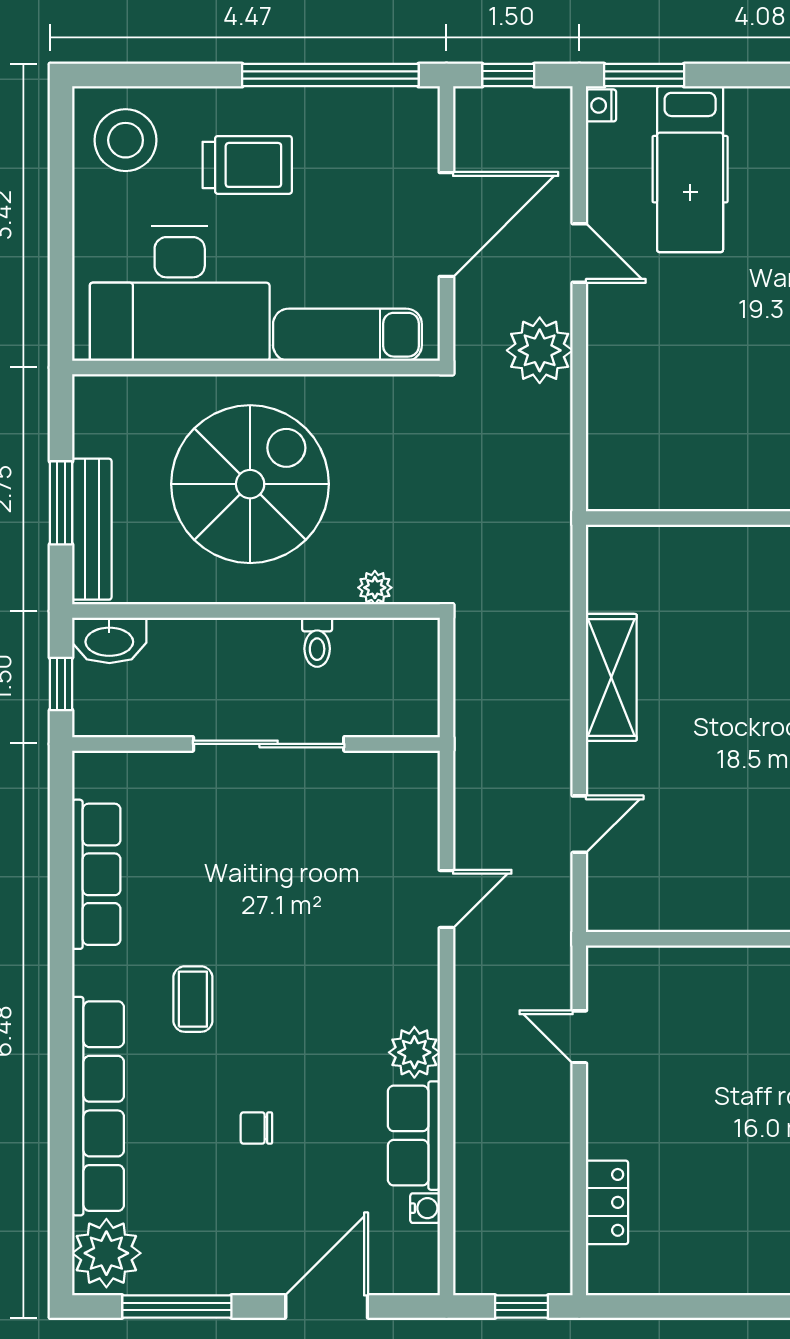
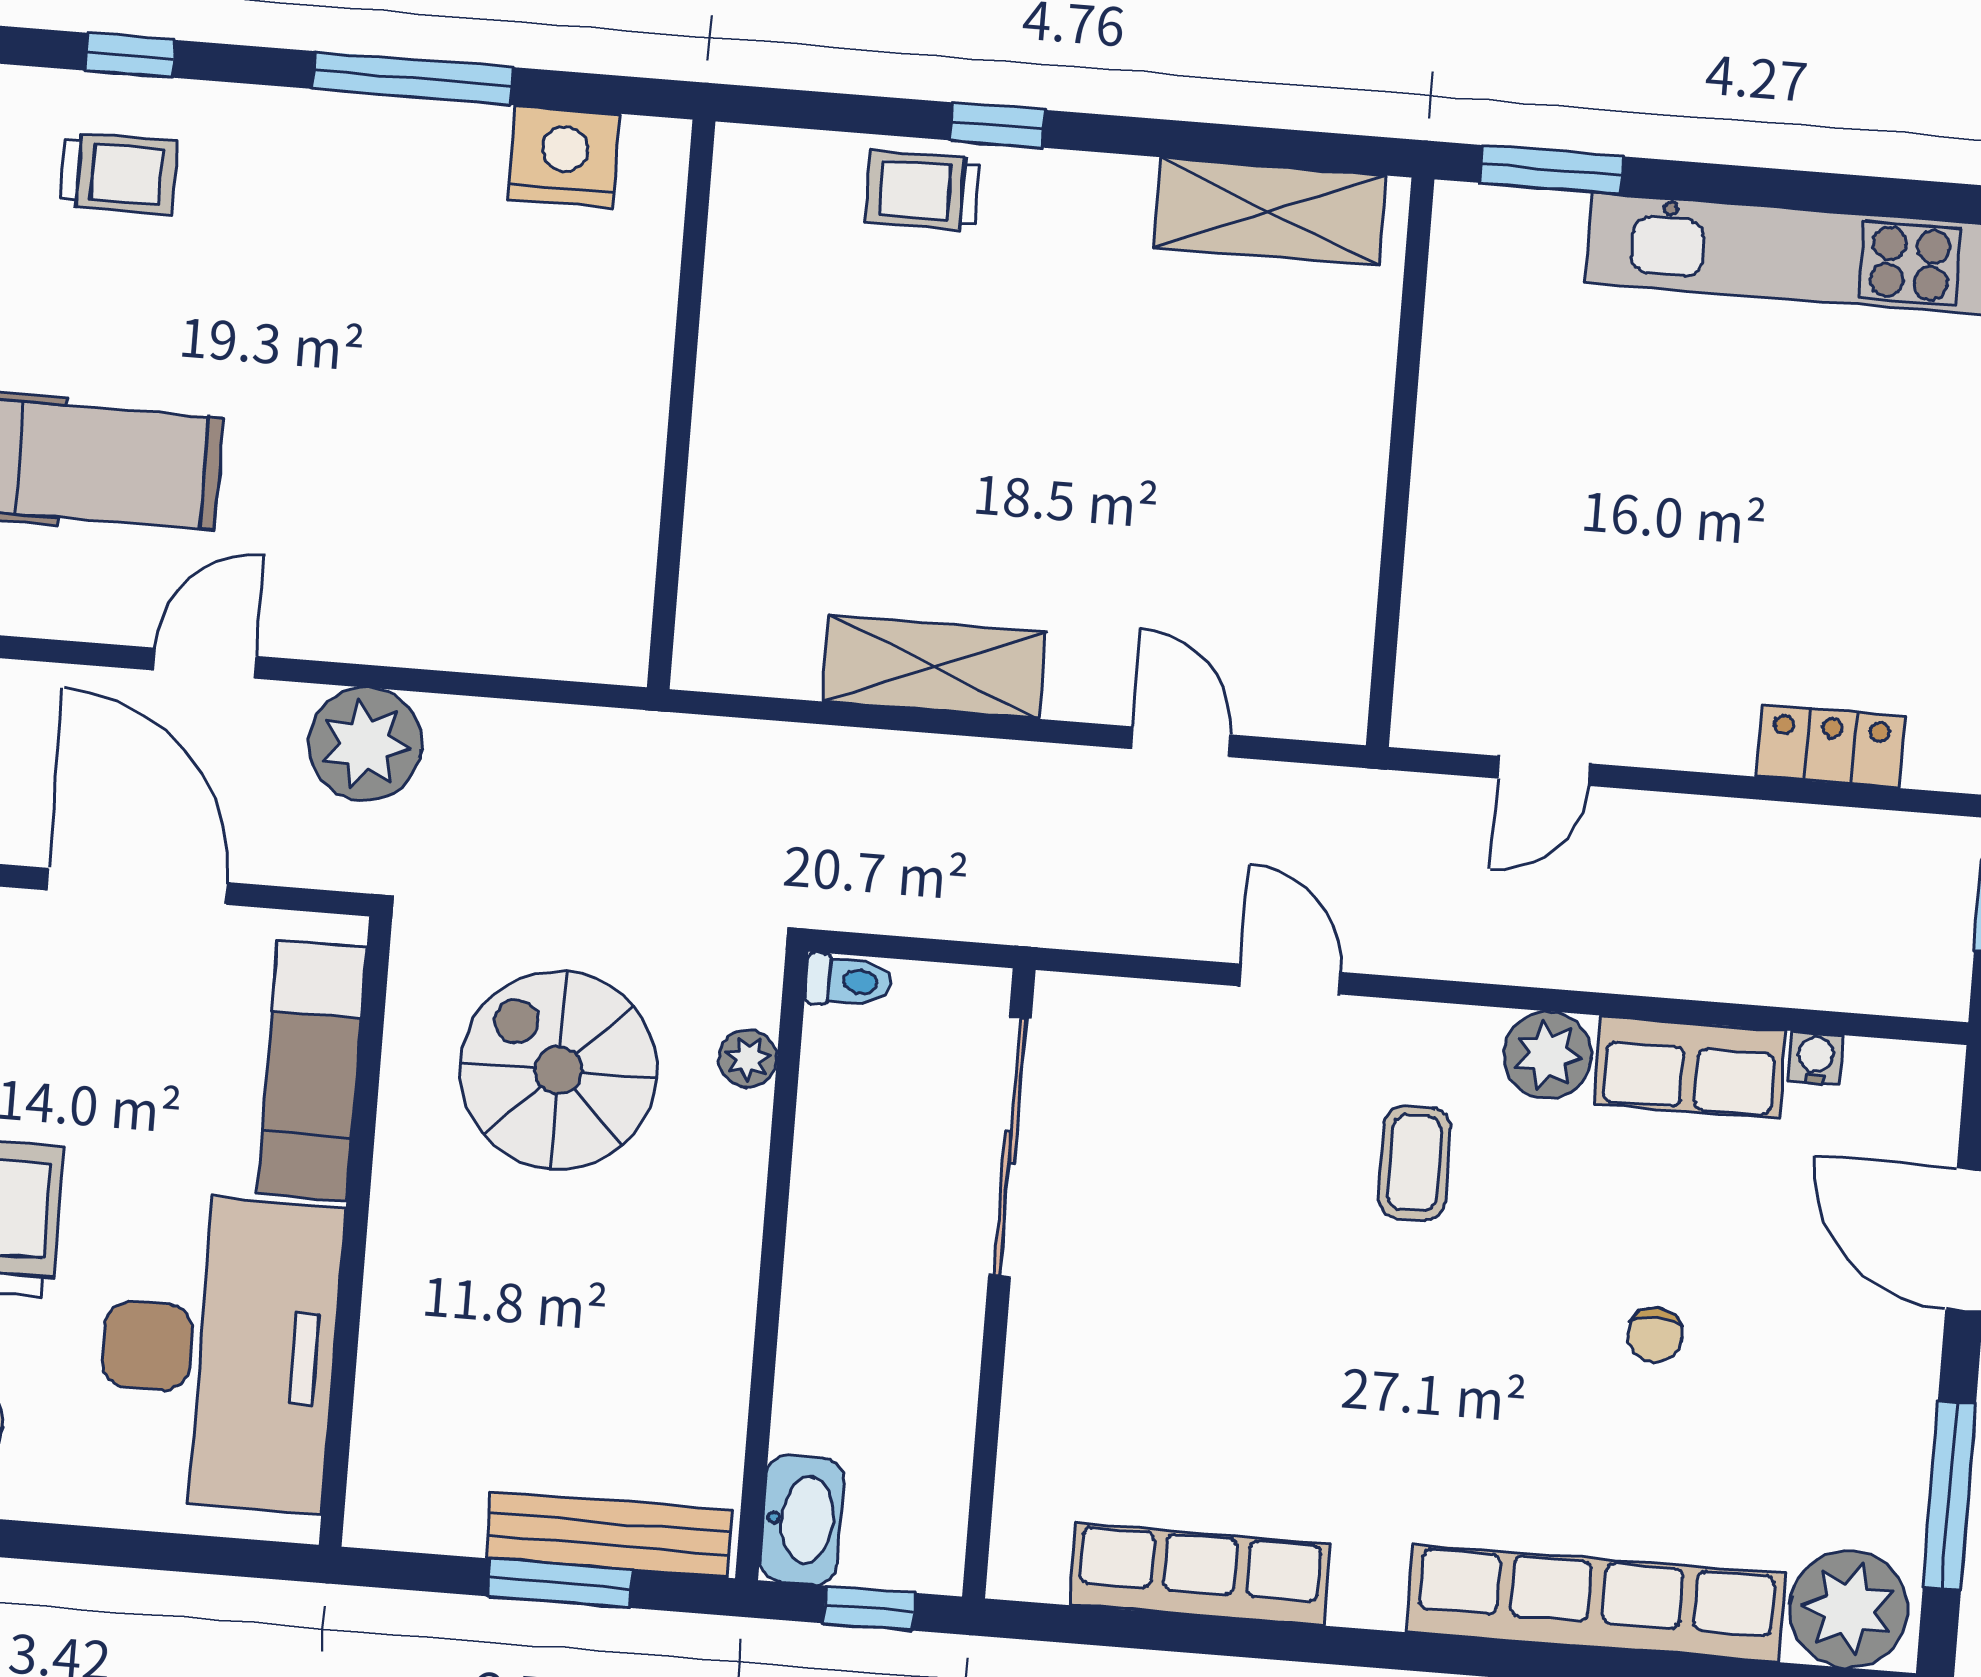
spiral stairs: (250, 484) -> (558, 1070), moved, width x0.73, depth x0.73
toilet: (317, 642) -> (848, 981), moved
sliding door: (269, 744) -> (1010, 1147), moved
coffee table: (193, 999) -> (1415, 1163), moved, turned 90

